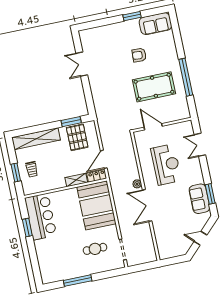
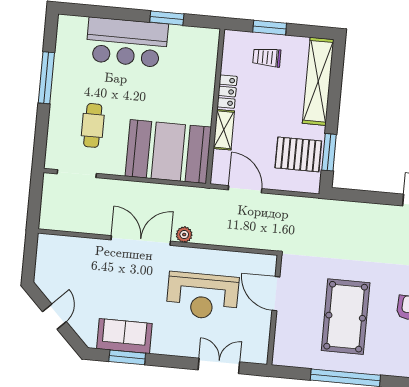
door: (153, 127) -> (276, 294), swing flipped
locker: (97, 176) -> (227, 92), moved
bar counter: (41, 217) -> (127, 42), moved

